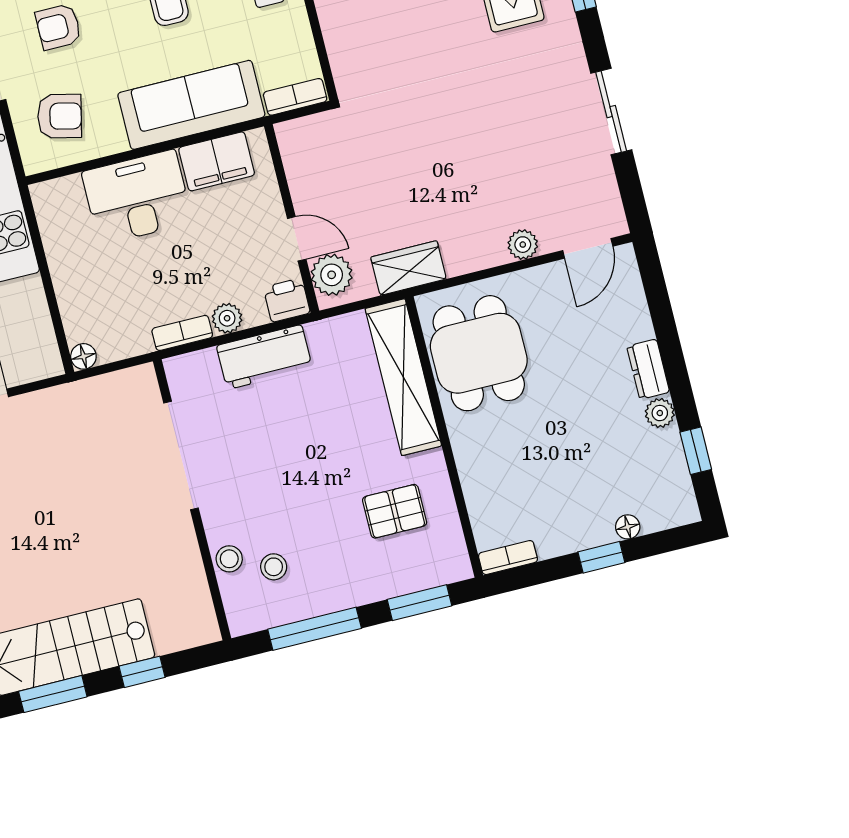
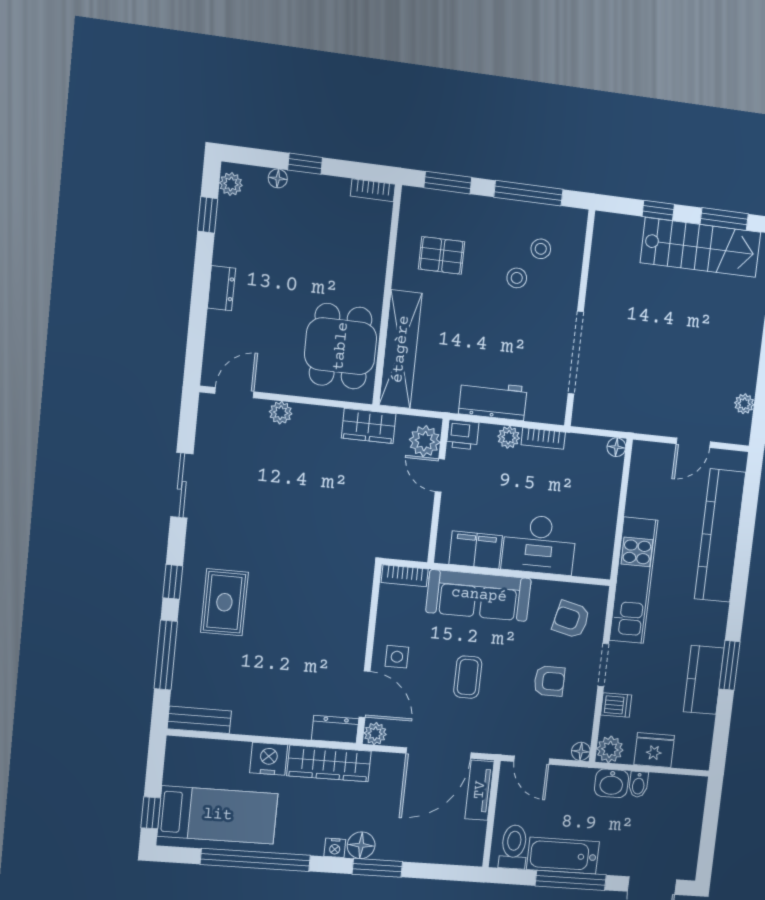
plant: (660, 413) -> (231, 184), moved
stool: (229, 559) -> (517, 278), moved

